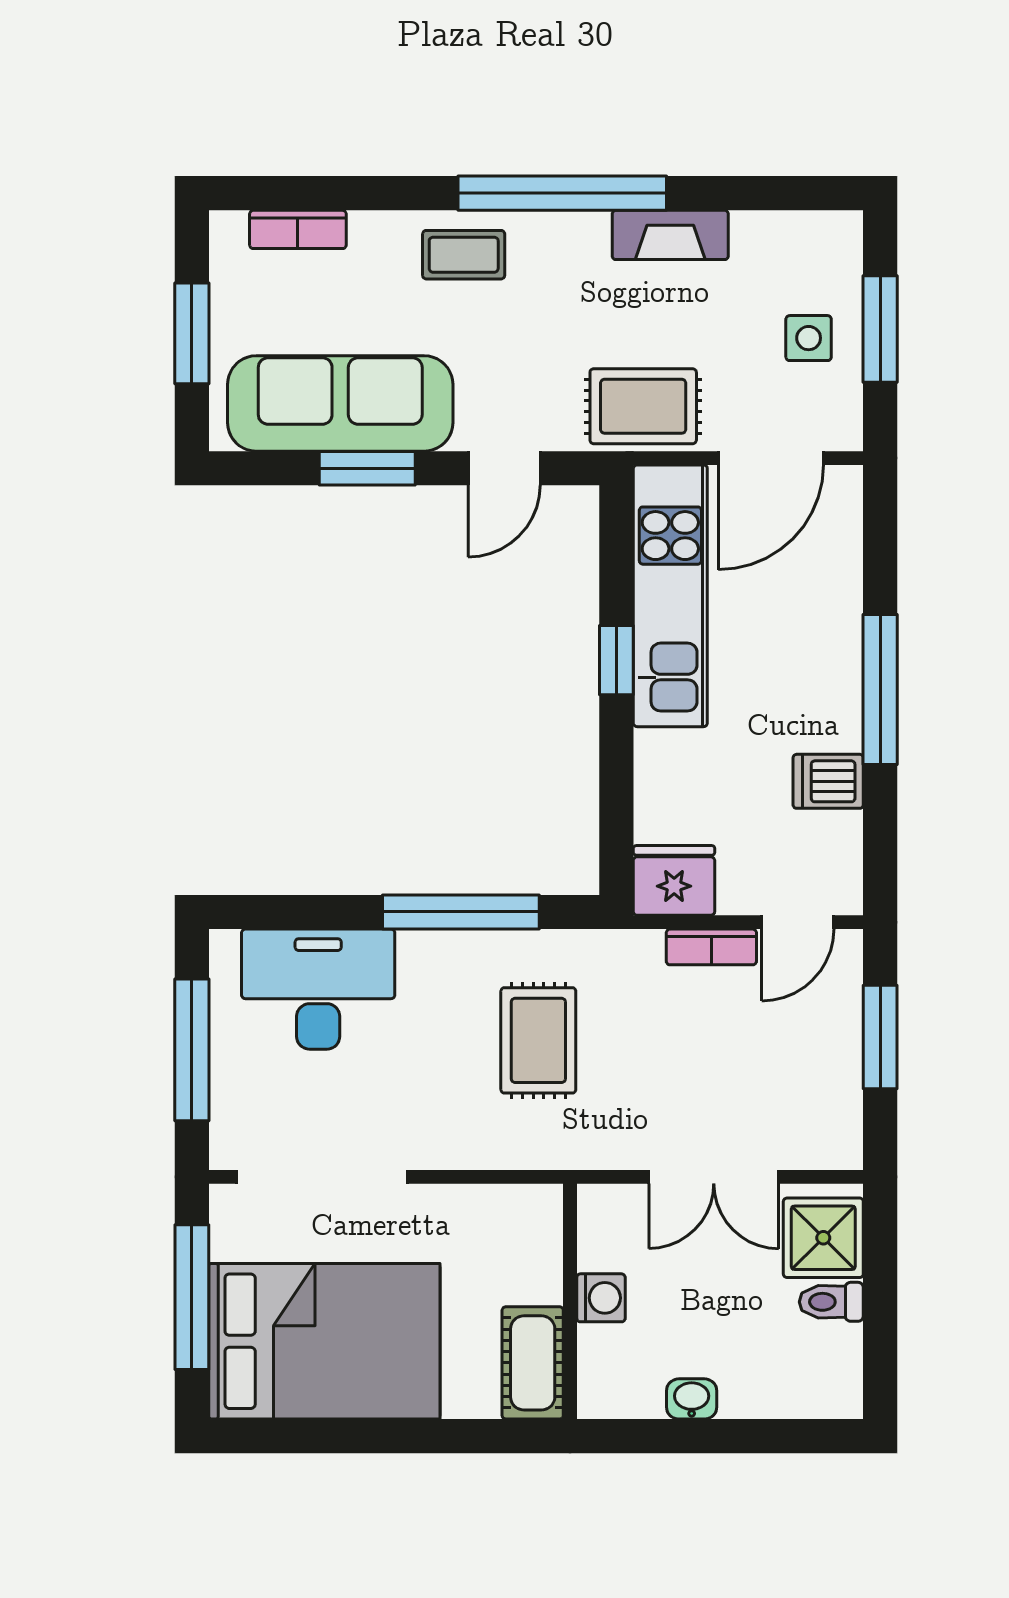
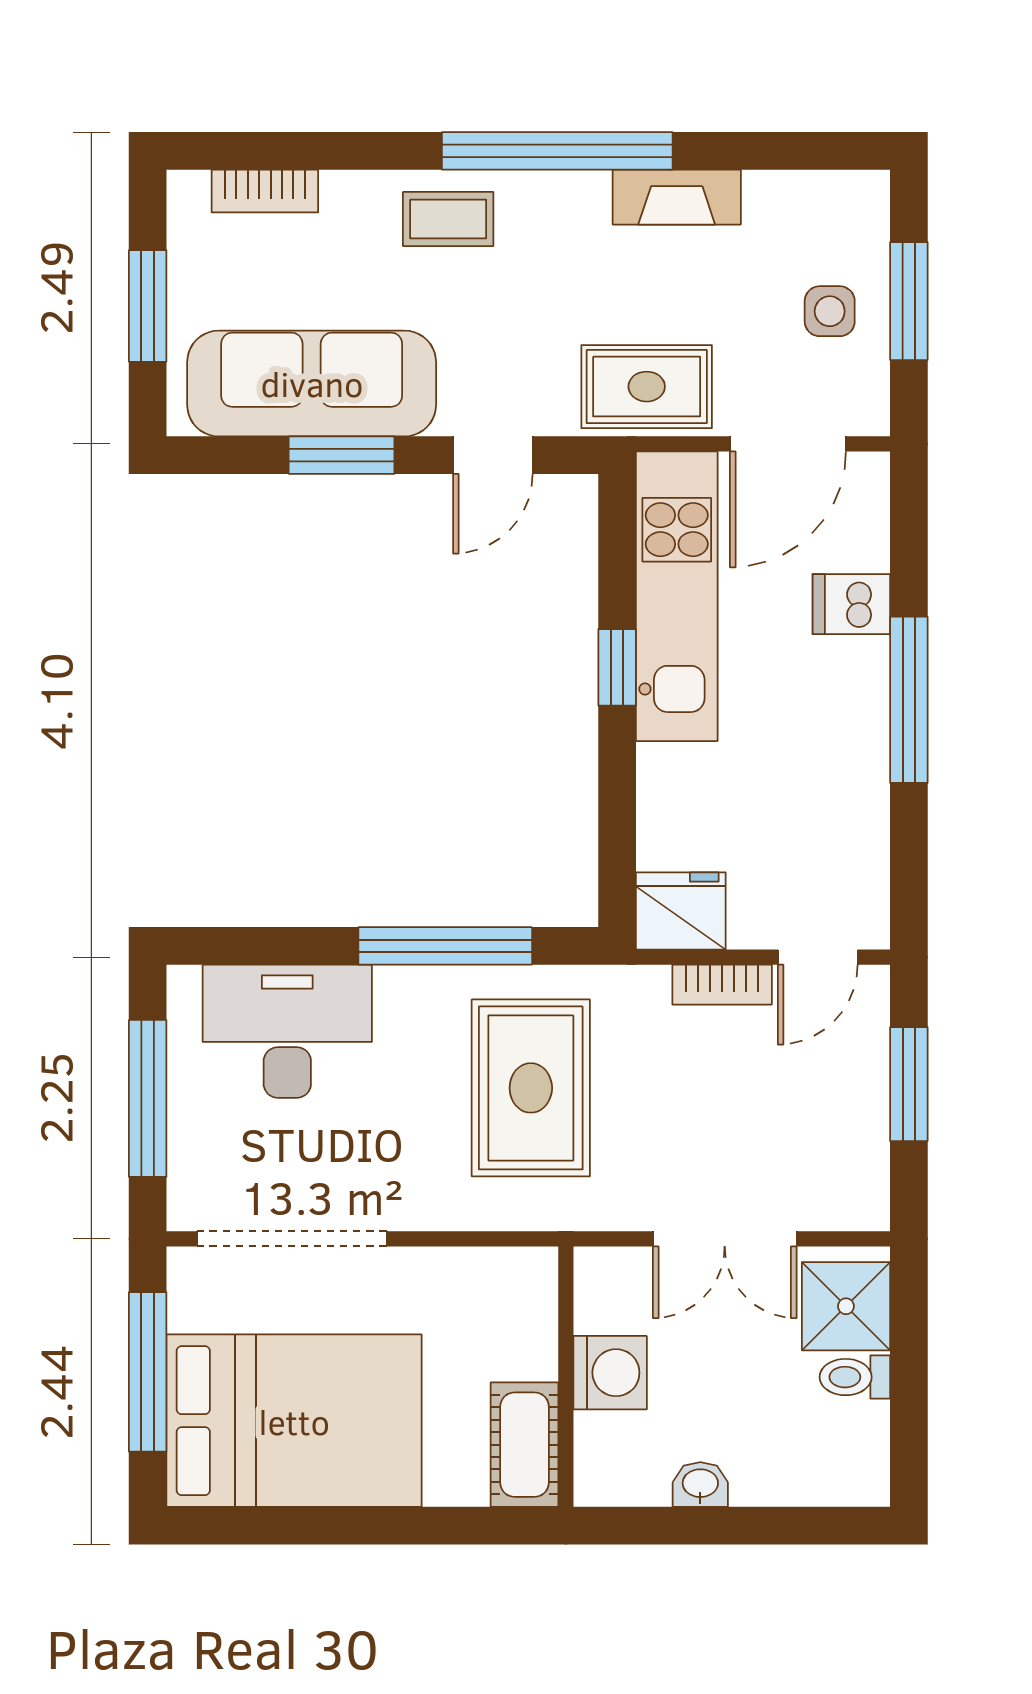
dishwasher: (828, 781) -> (851, 604), moved
rug: (538, 1040) -> (531, 1088), width x1.36, depth x1.43
washing machine: (601, 1298) -> (610, 1373), width x1.38, depth x1.38

